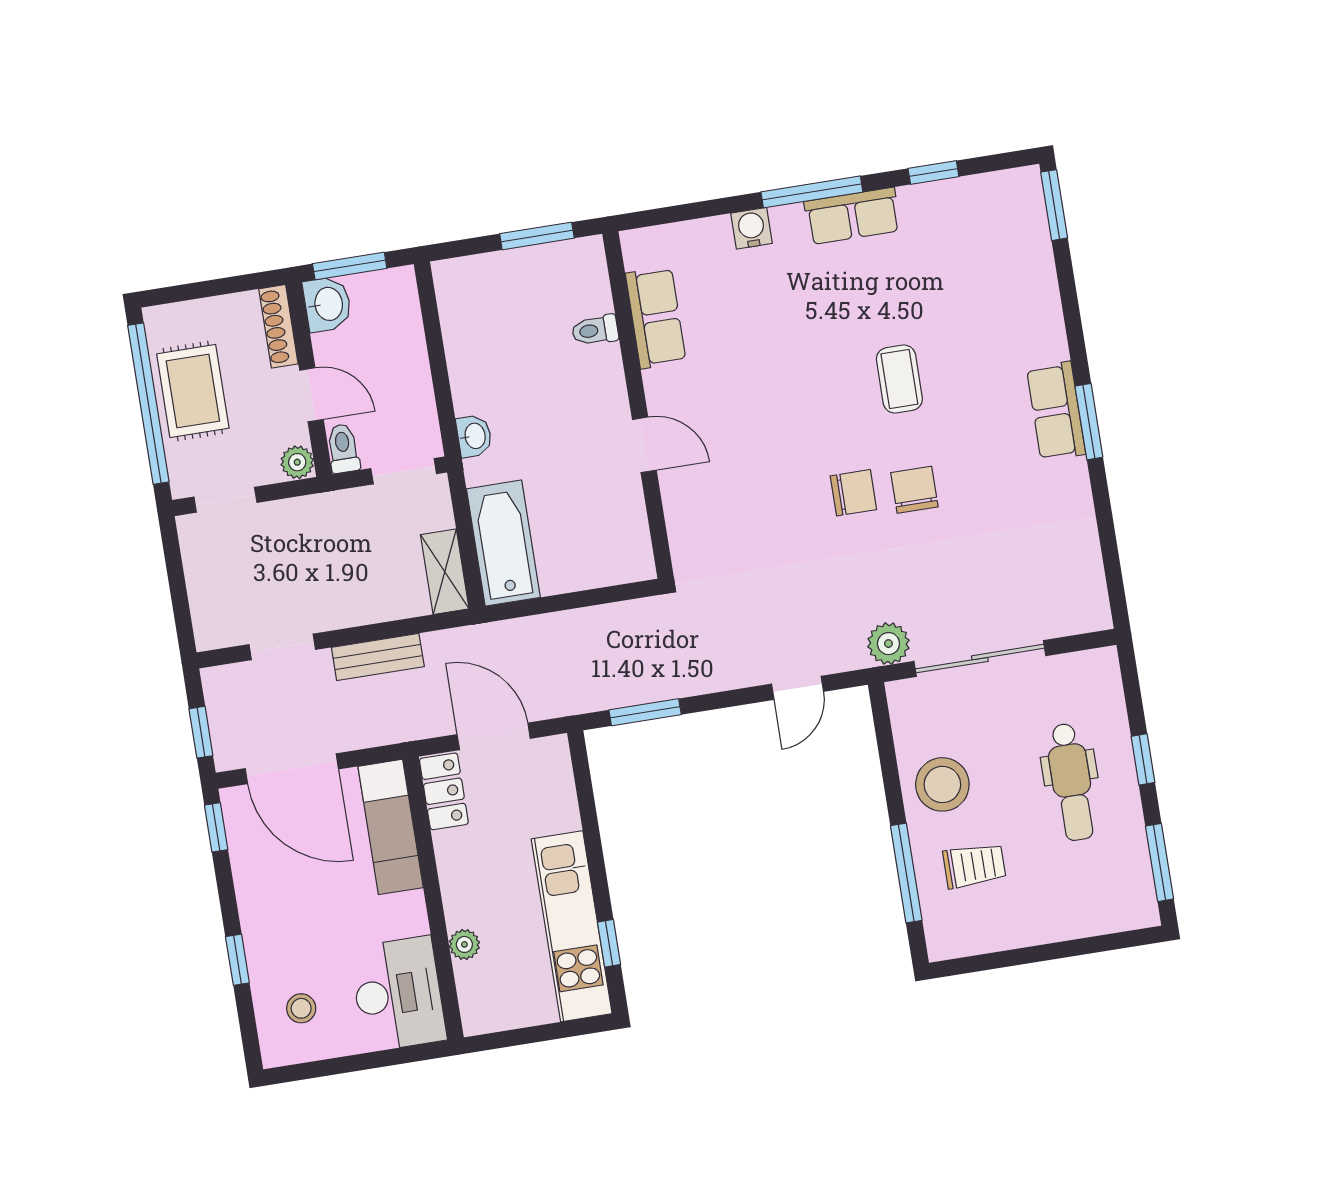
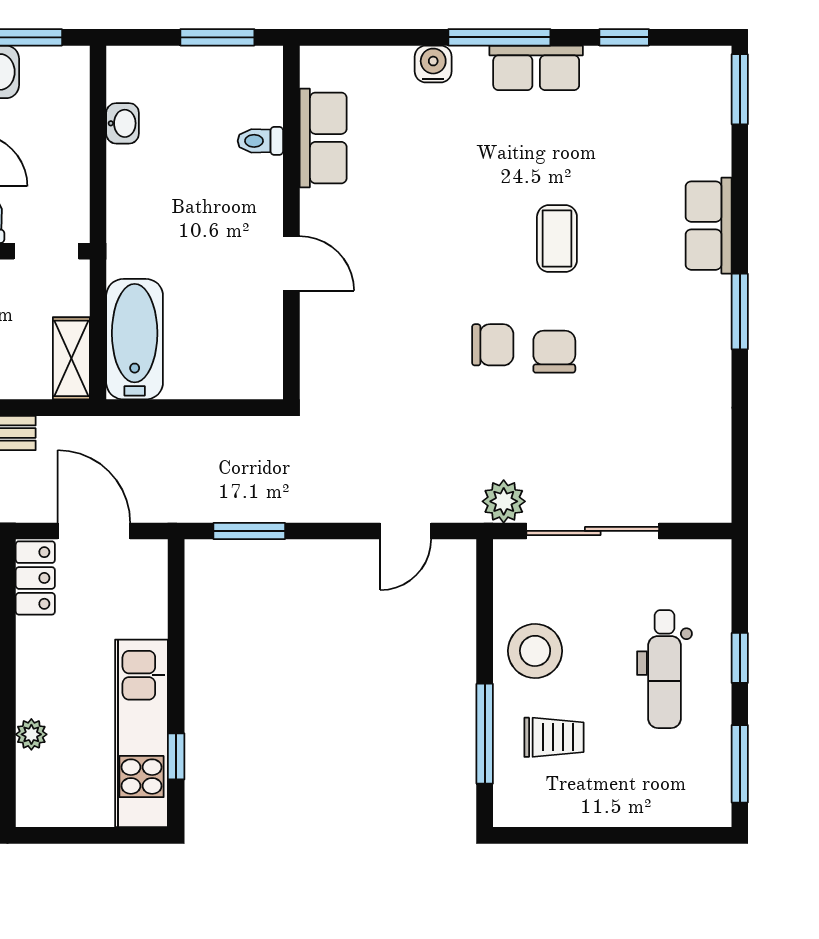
row of seats: (1056, 411) -> (709, 226), moved
washbasin: (474, 436) -> (123, 123), moved

